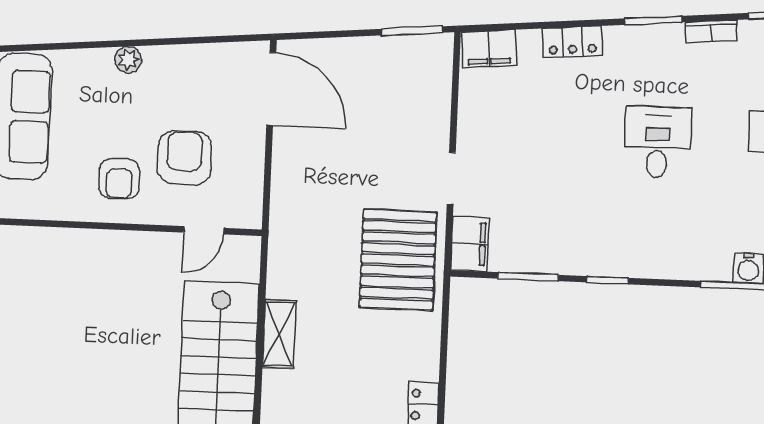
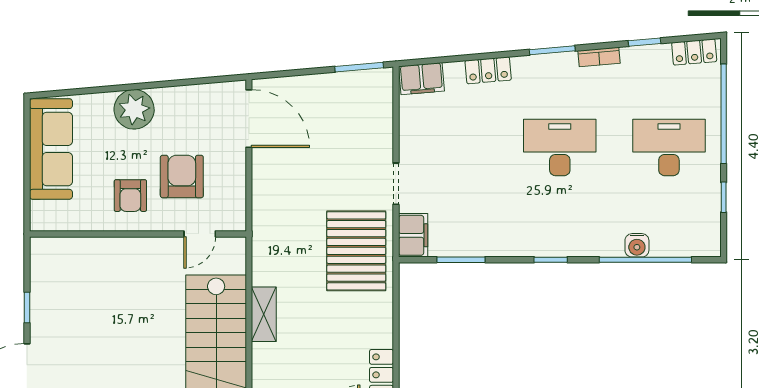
plant: (128, 60) -> (134, 109), width x1.88, depth x1.88
desk: (658, 142) -> (560, 148), width x1.37
window: (608, 280) -> (551, 260), moved

